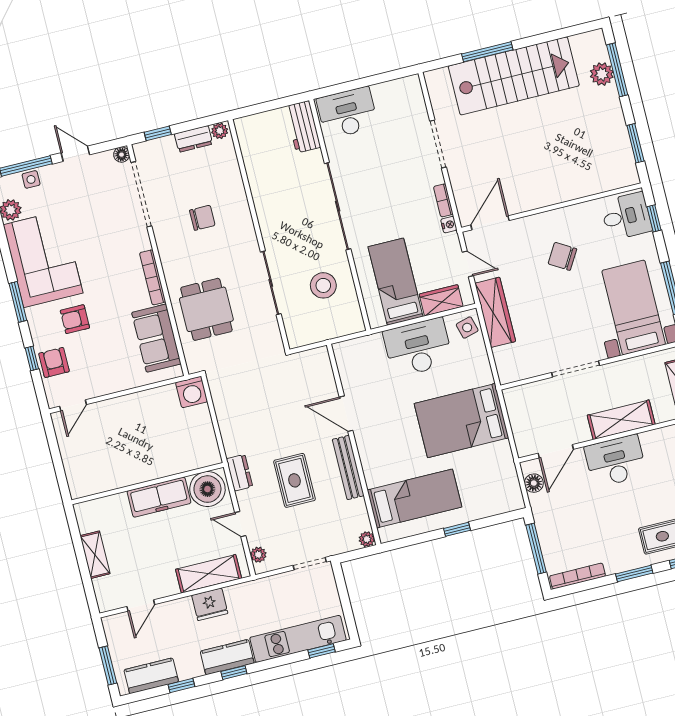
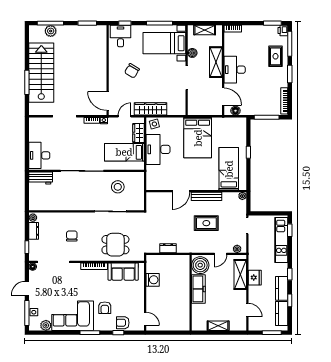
boiler: (628, 368) -> (192, 53), added
washing machine: (192, 392) -> (153, 280), moved
dresser: (239, 473) -> (168, 248), moved
kitchen counter: (227, 657) -> (282, 288), moved

